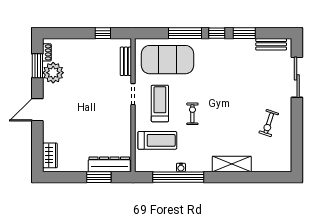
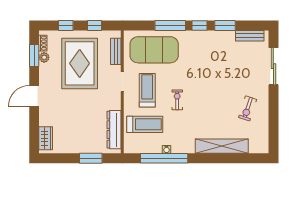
window: (72, 33) -> (66, 25), added
plant: (53, 73) -> (44, 57), width x0.53, depth x0.53
rug: (87, 74) -> (80, 63), added
dresser: (109, 164) -> (114, 130), moved, turned -90
shelving: (232, 164) -> (222, 146), width x1.47

